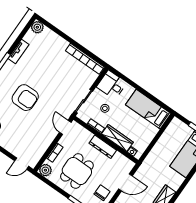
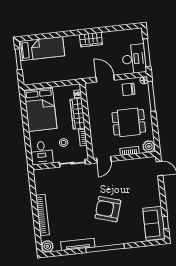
tv unit: (19, 51) -> (78, 244), width x1.41
bookcase: (85, 59) -> (42, 215), moved
armchair: (25, 98) -> (108, 209), turned -73
bed: (148, 109) -> (40, 109), width x1.50
dresser: (103, 147) -> (94, 119), removed

